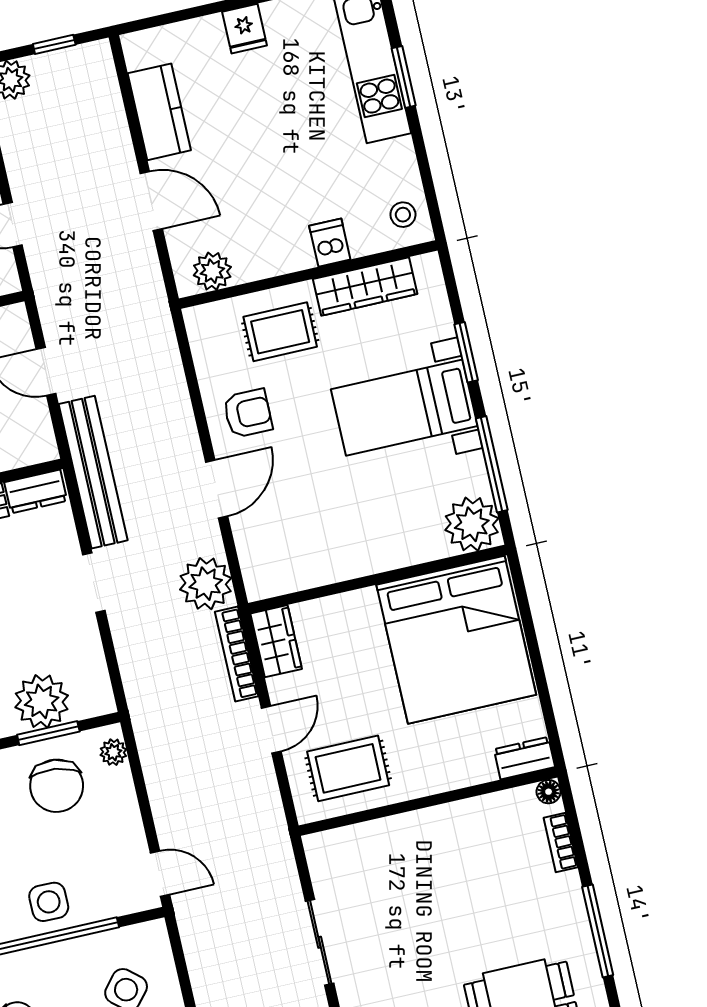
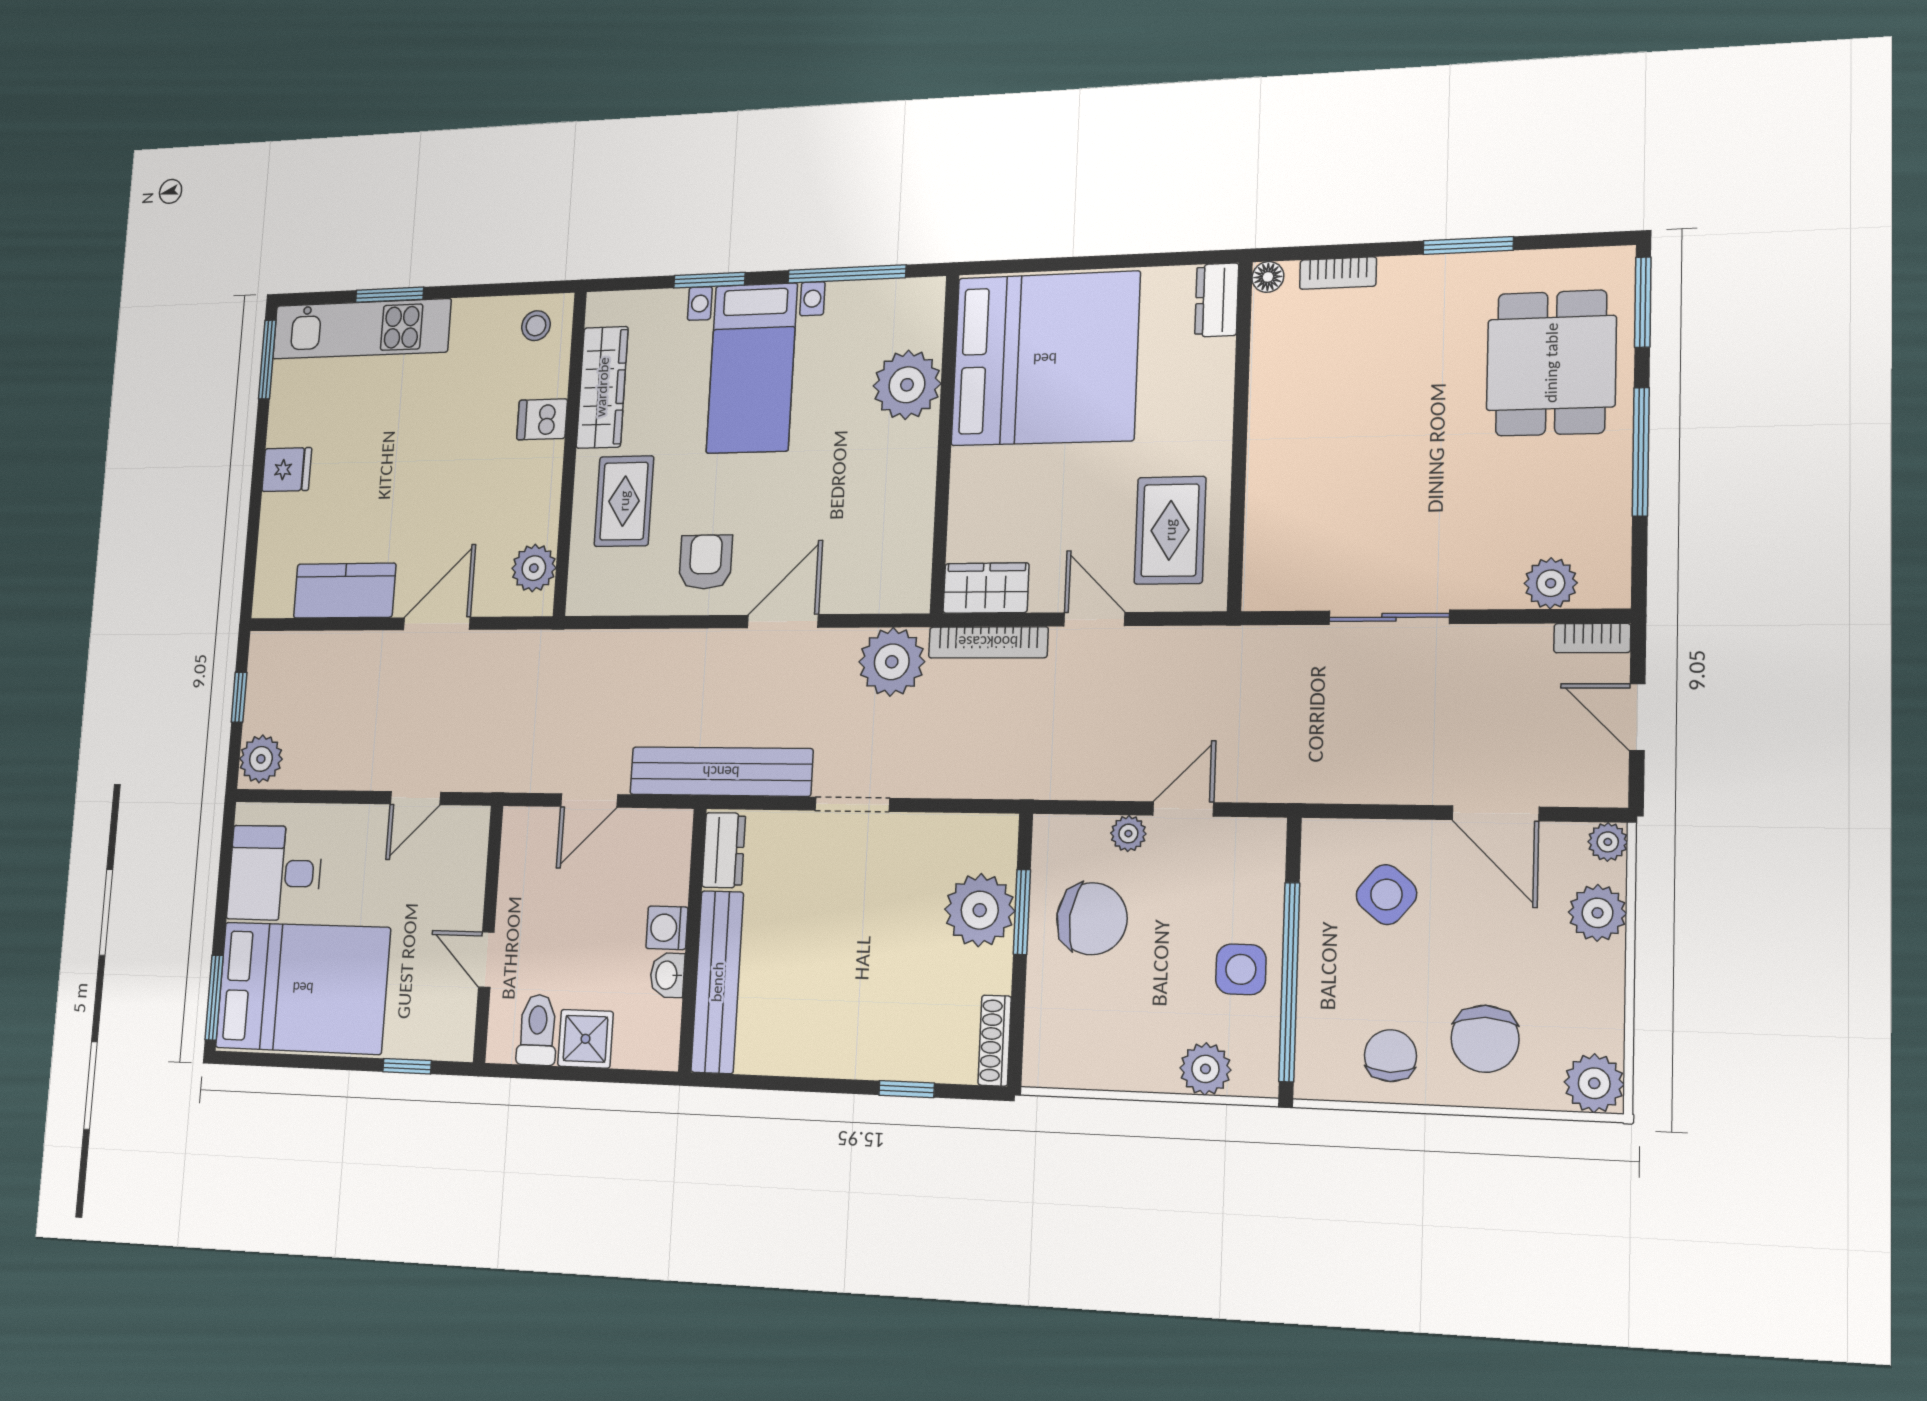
door: (217, 489) -> (783, 621), hinge flipped
plant: (472, 524) -> (907, 385), moved
plant: (113, 752) -> (1128, 834), moved
door: (160, 874) -> (1183, 809), moved
window: (598, 931) -> (1468, 245), width x0.69

